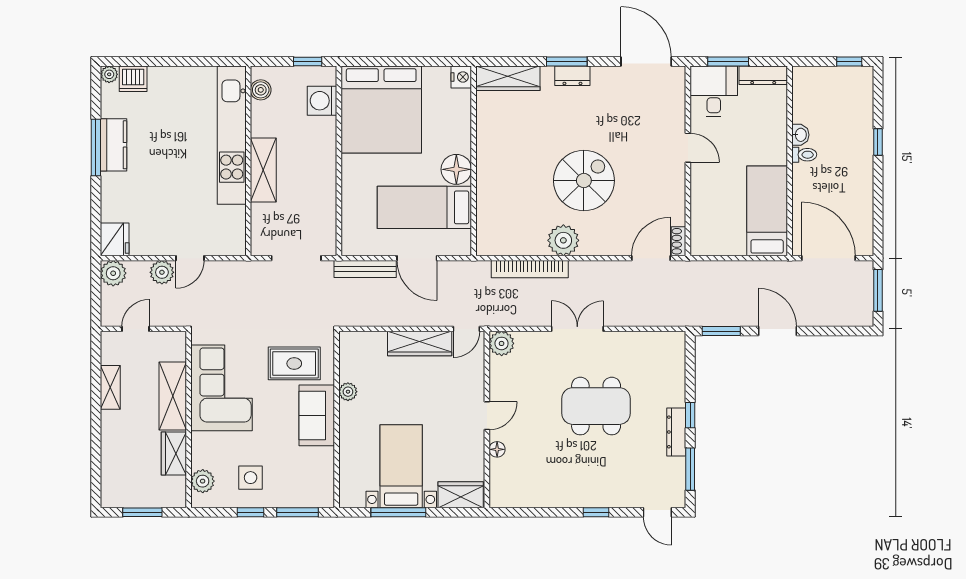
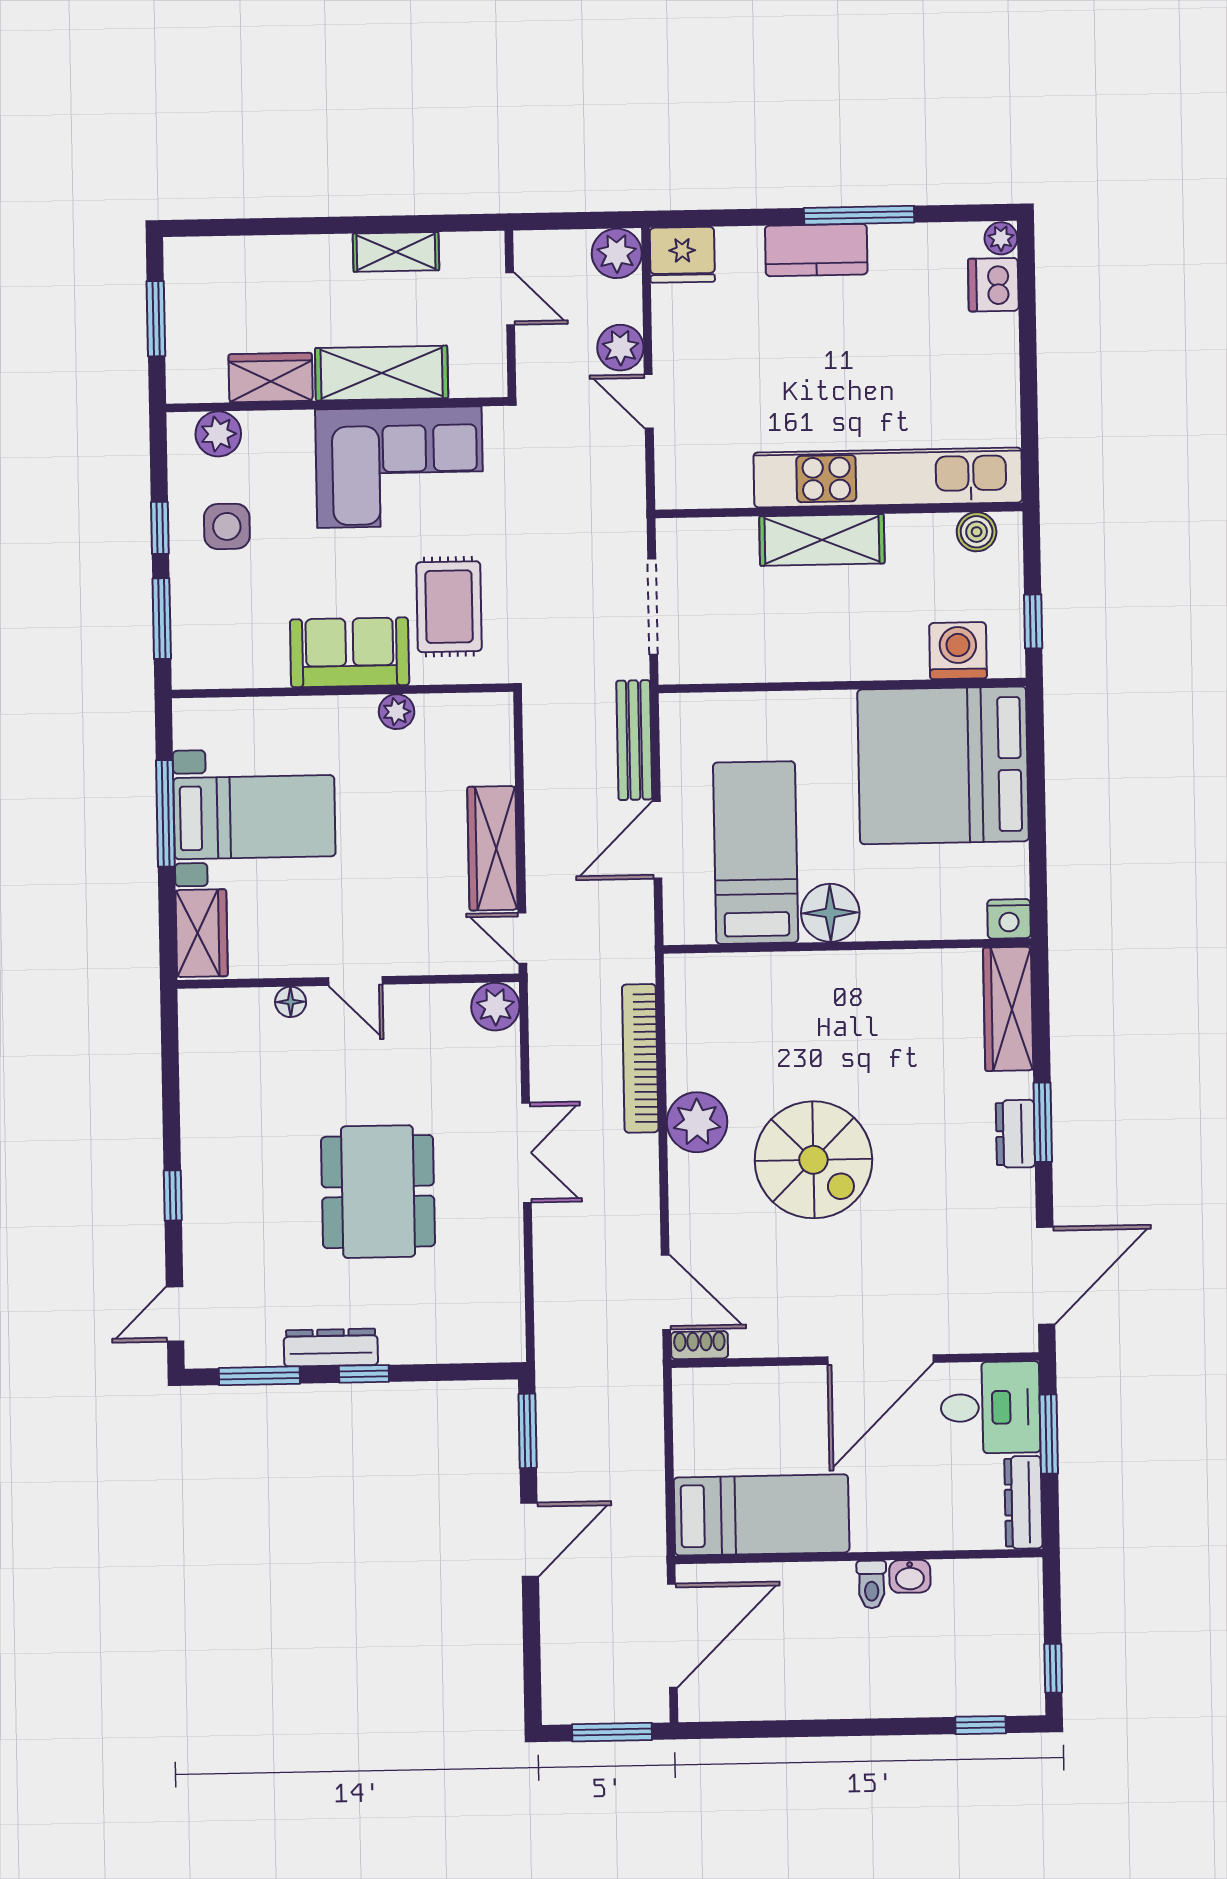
window: (878, 142) -> (981, 1725), moved
kitchen counter: (113, 145) -> (816, 250), moved
door: (688, 148) -> (880, 1360), width x1.87

